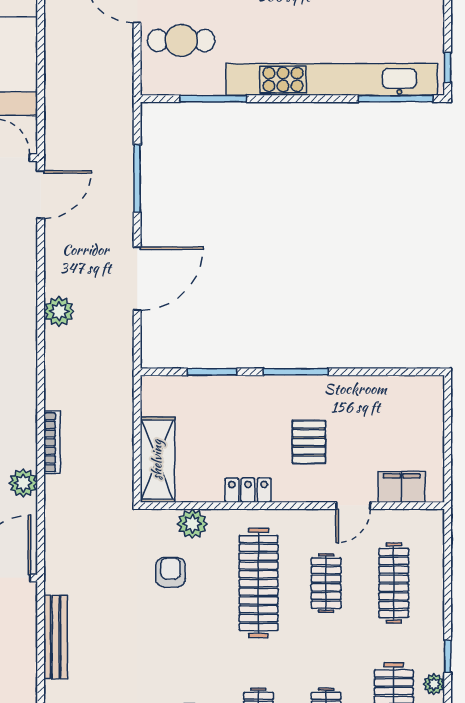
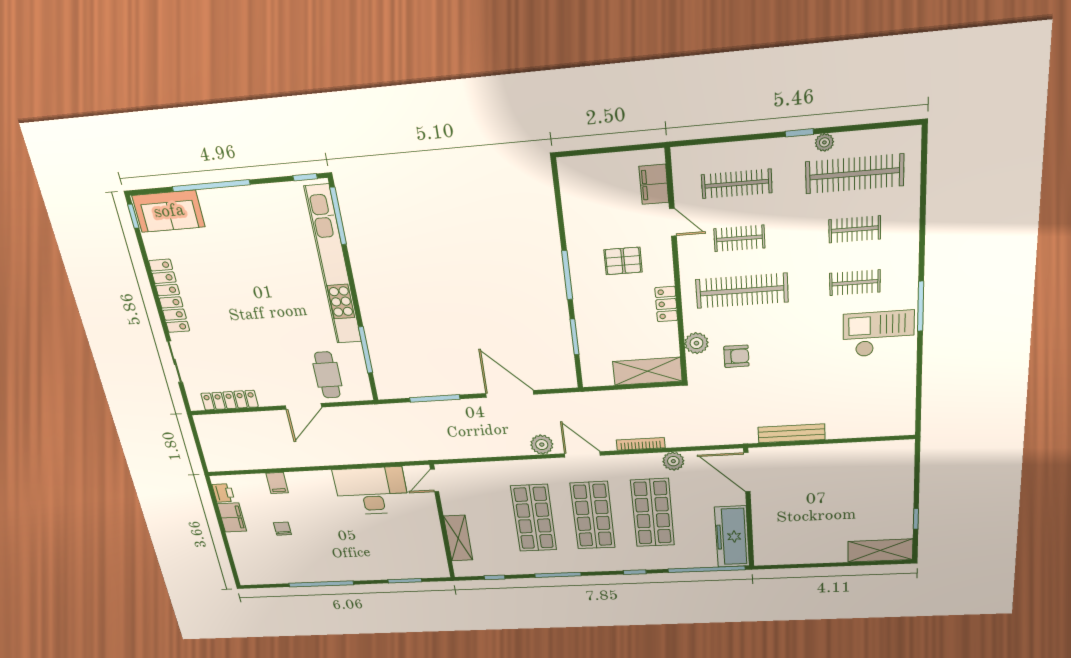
door: (41, 195) -> (582, 454), moved
armchair: (171, 572) -> (736, 356), turned 180

